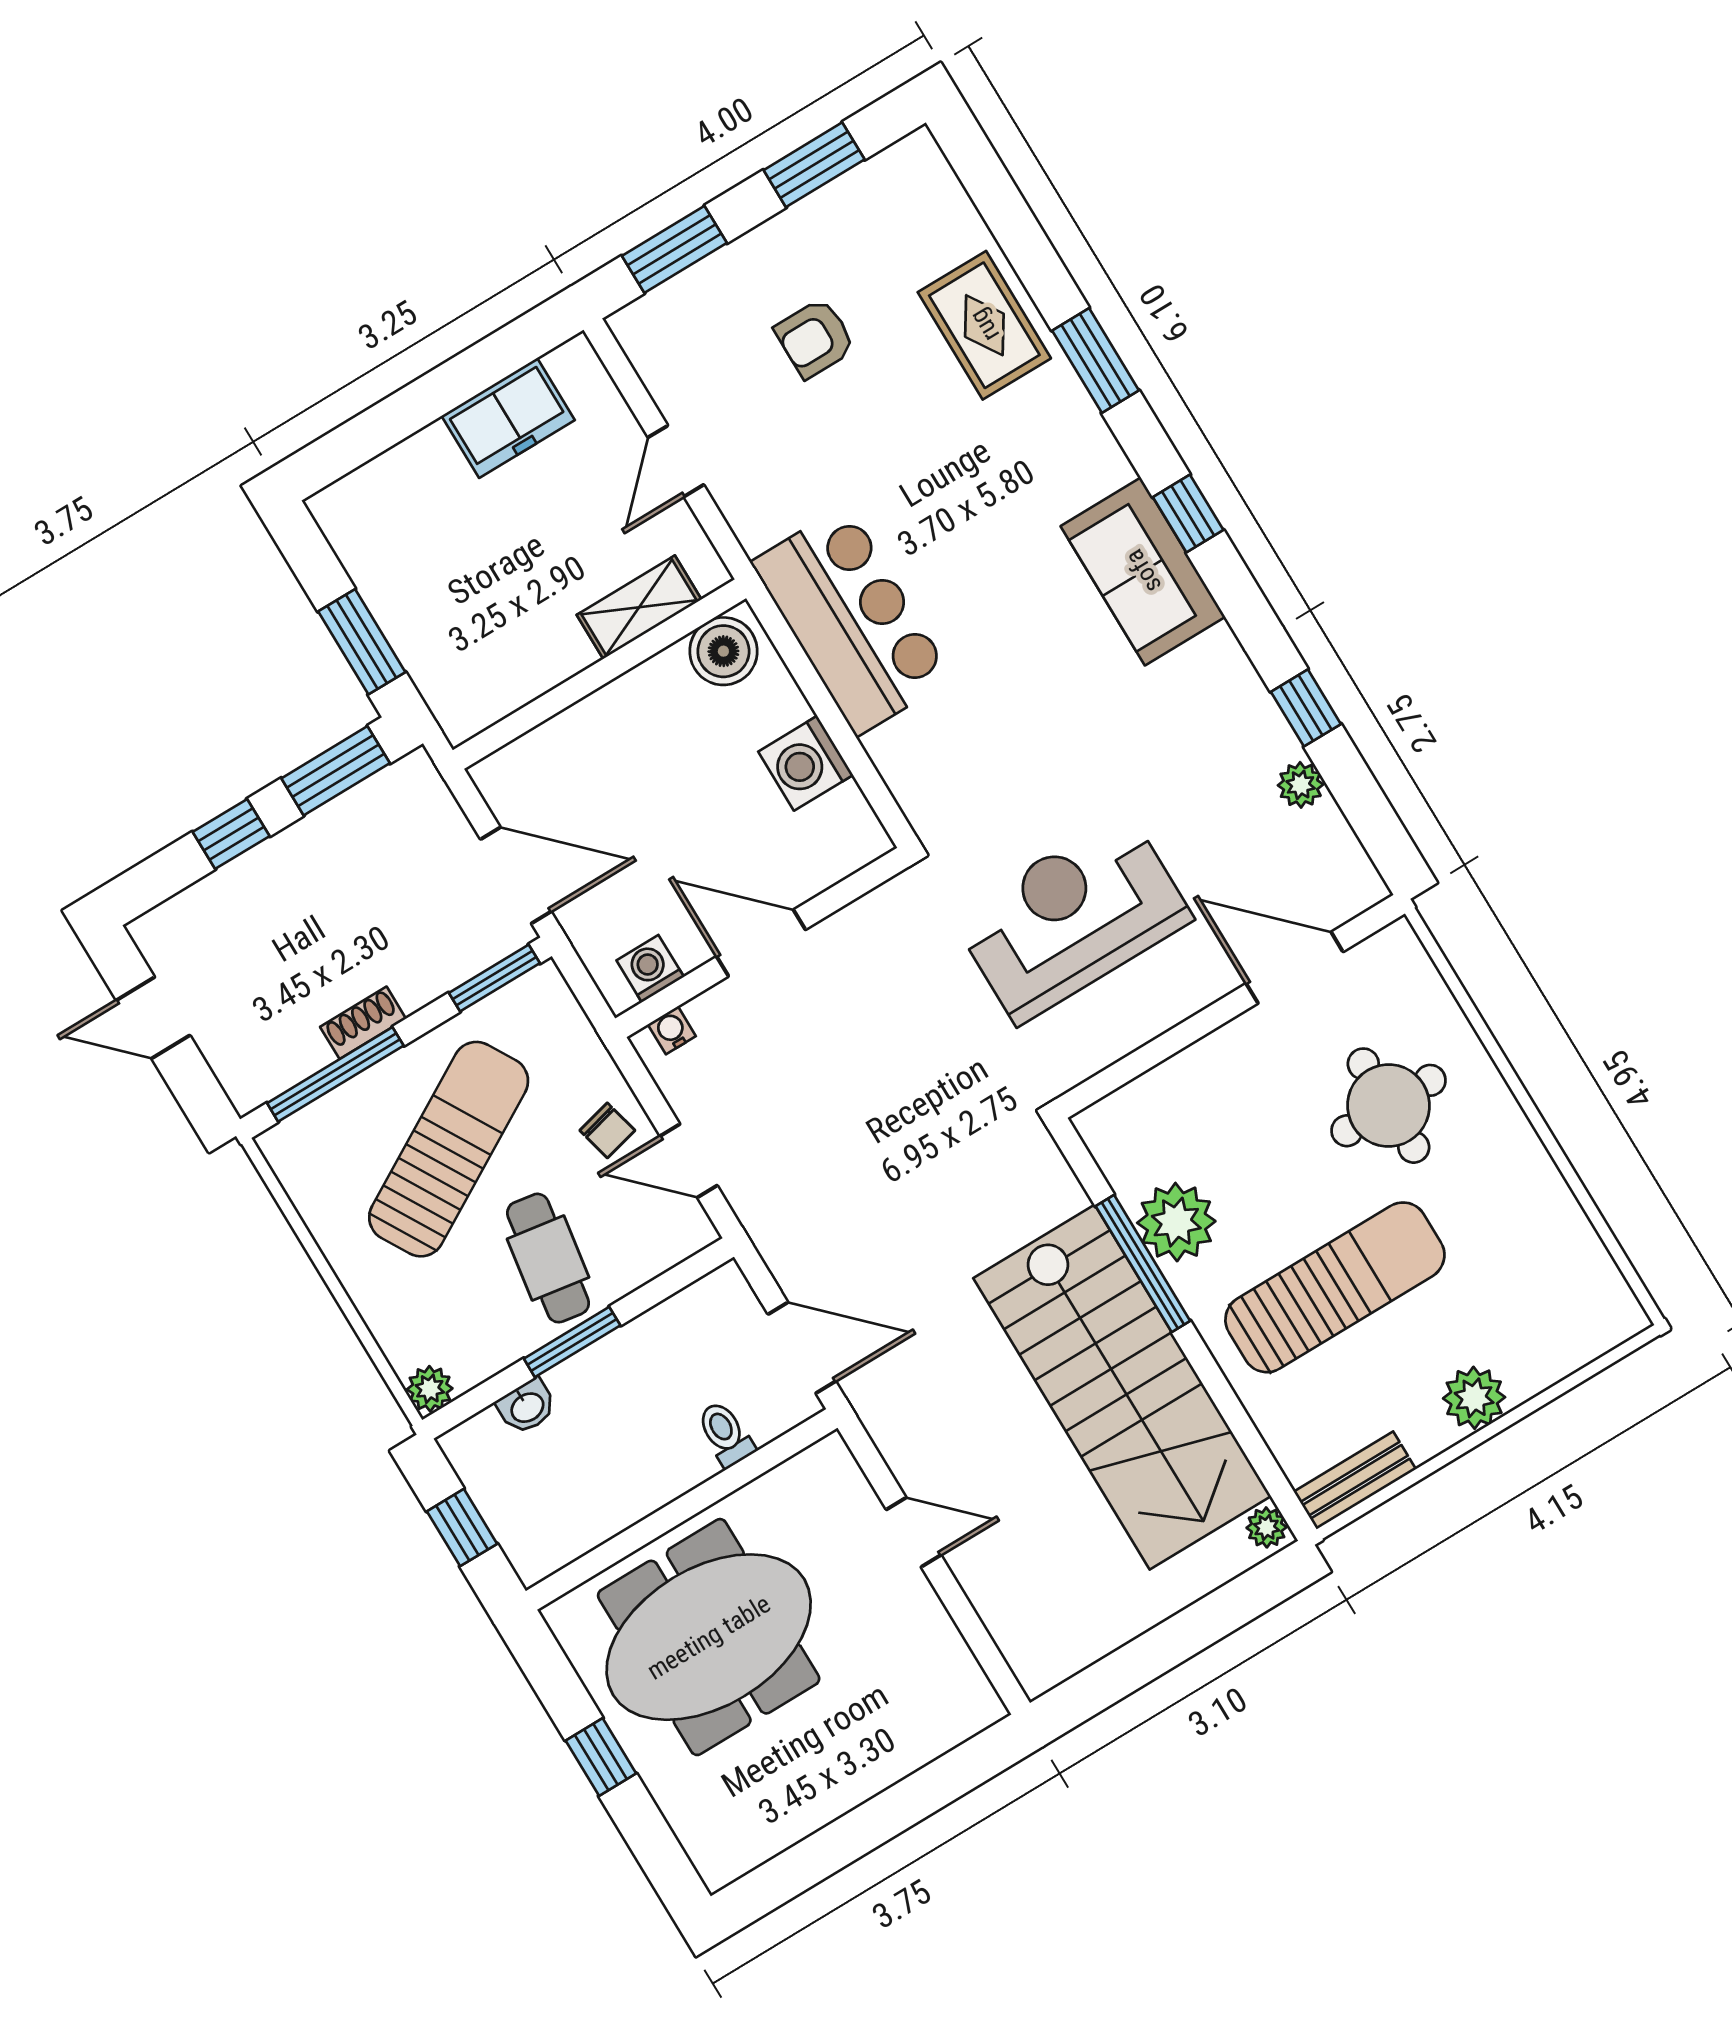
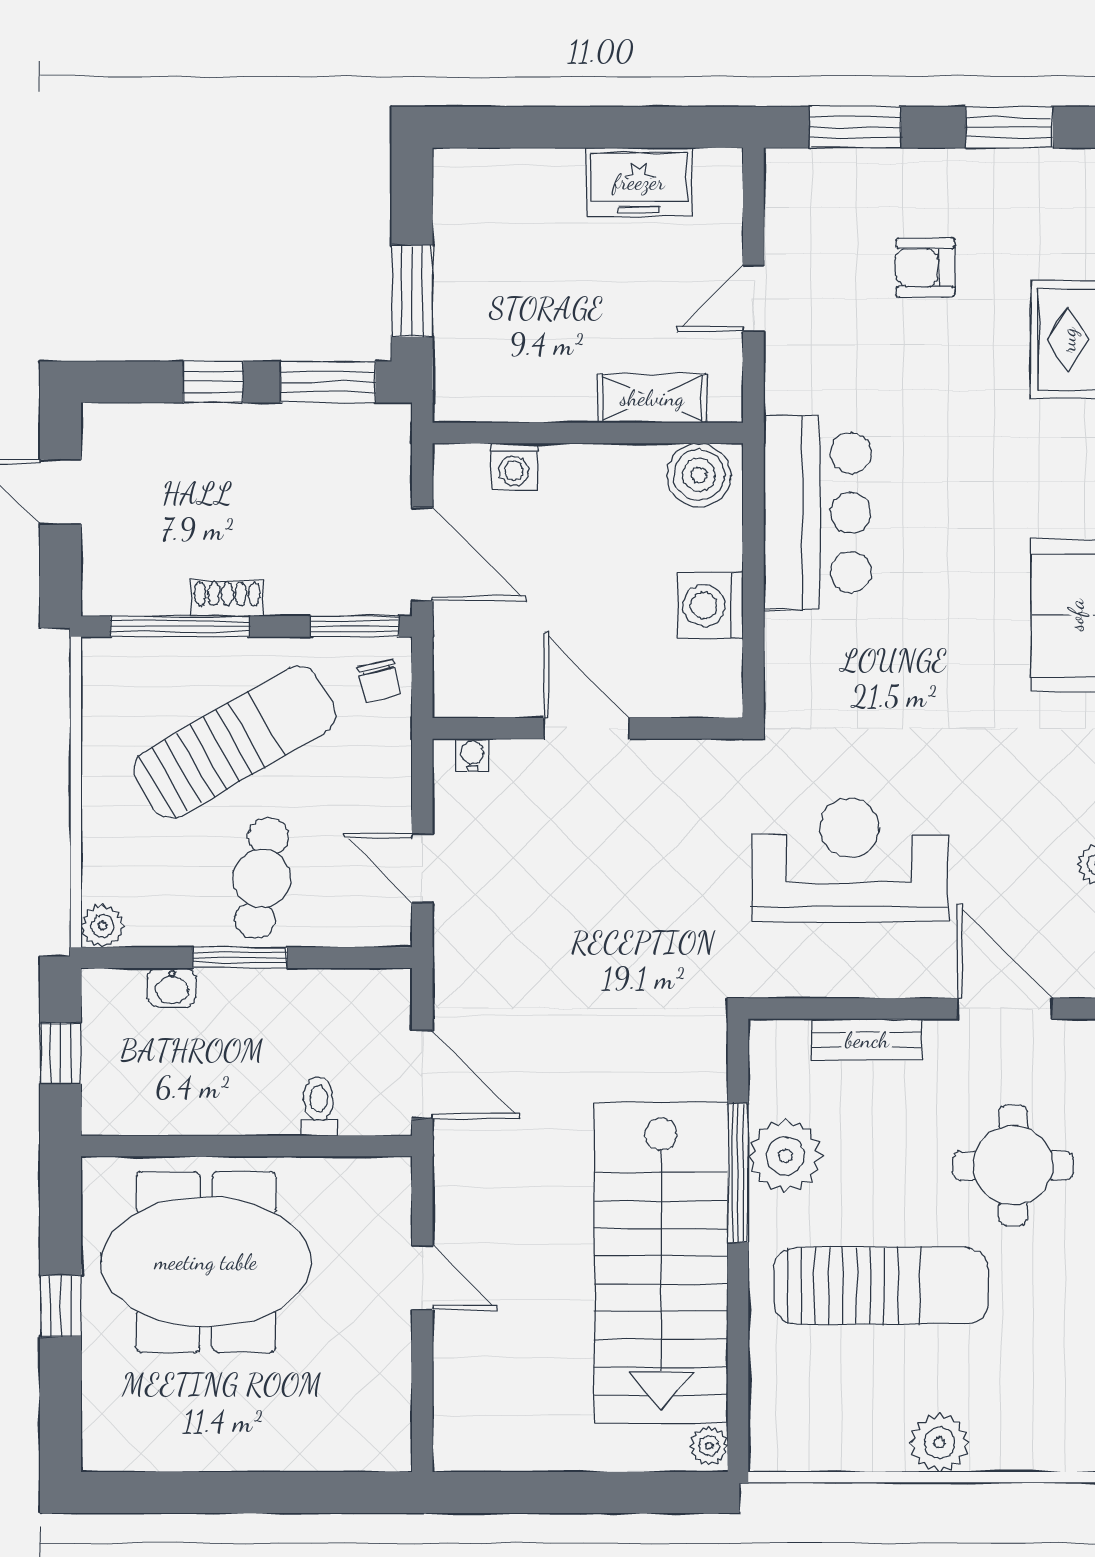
washing machine: (650, 969) -> (514, 466), moved, turned 180
chair: (607, 1130) -> (379, 681), moved
bench: (1355, 1480) -> (867, 1040), moved

